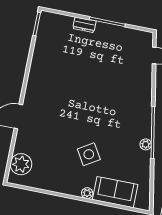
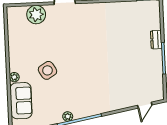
plant: (21, 164) -> (36, 15), moved

